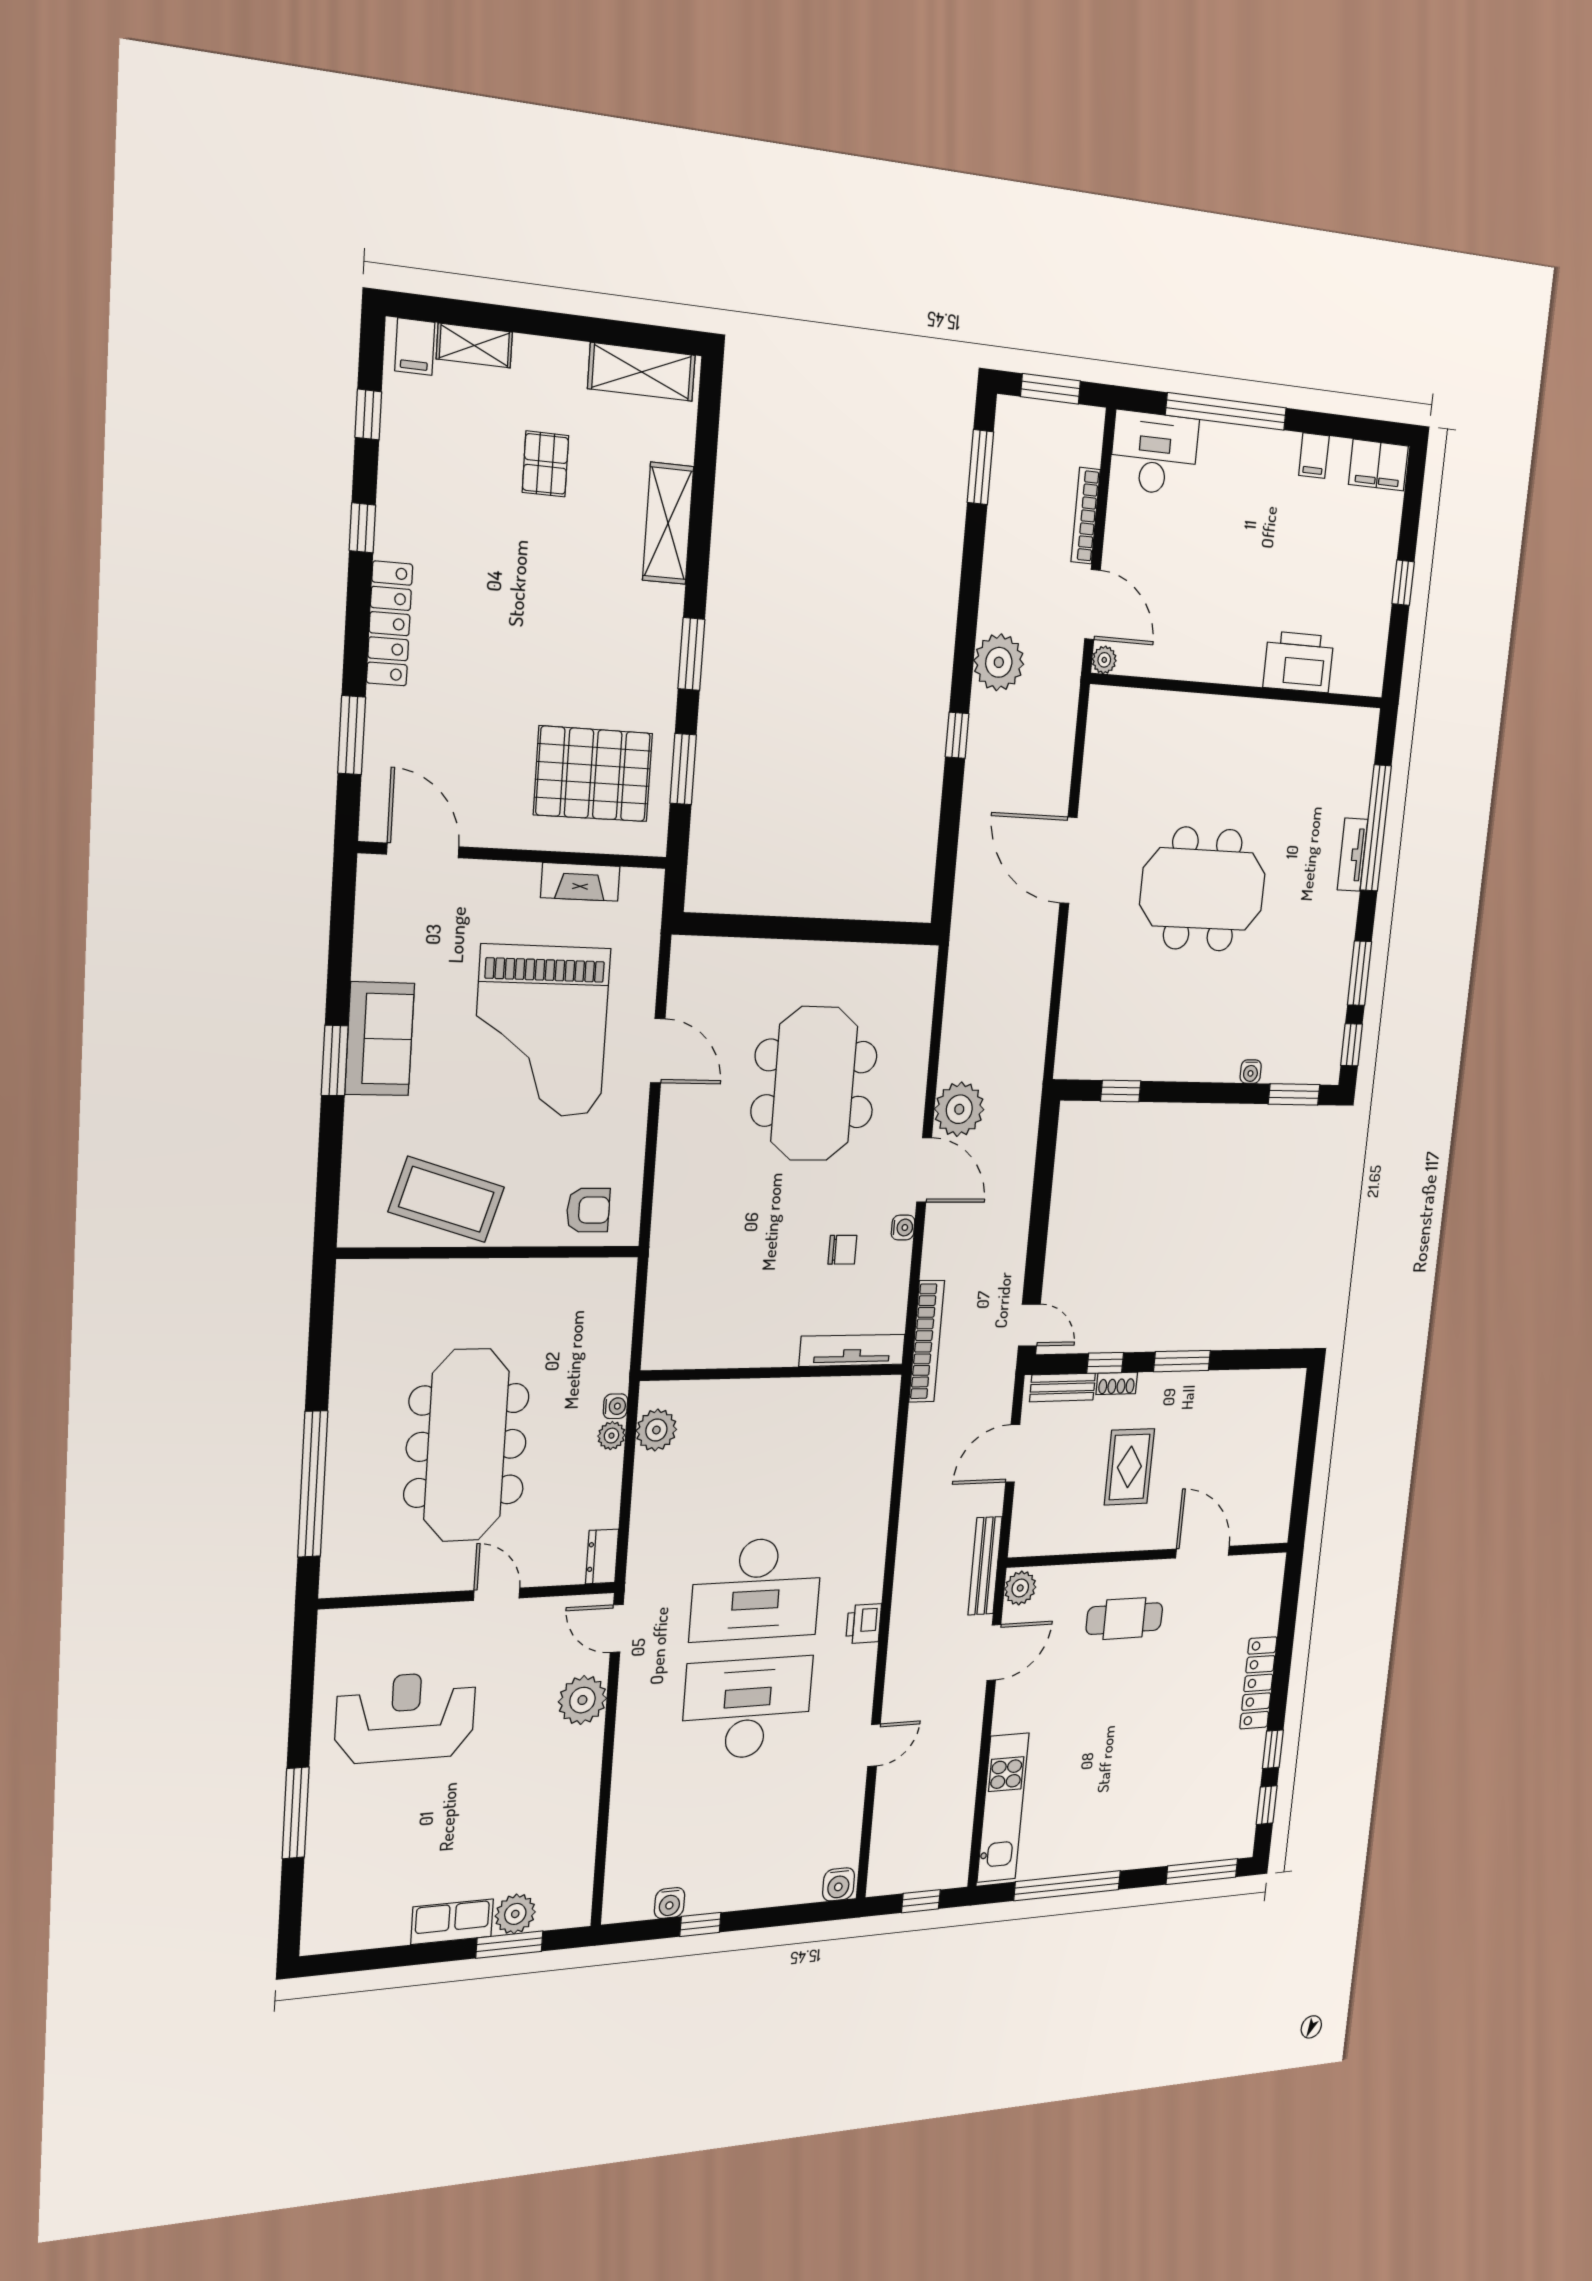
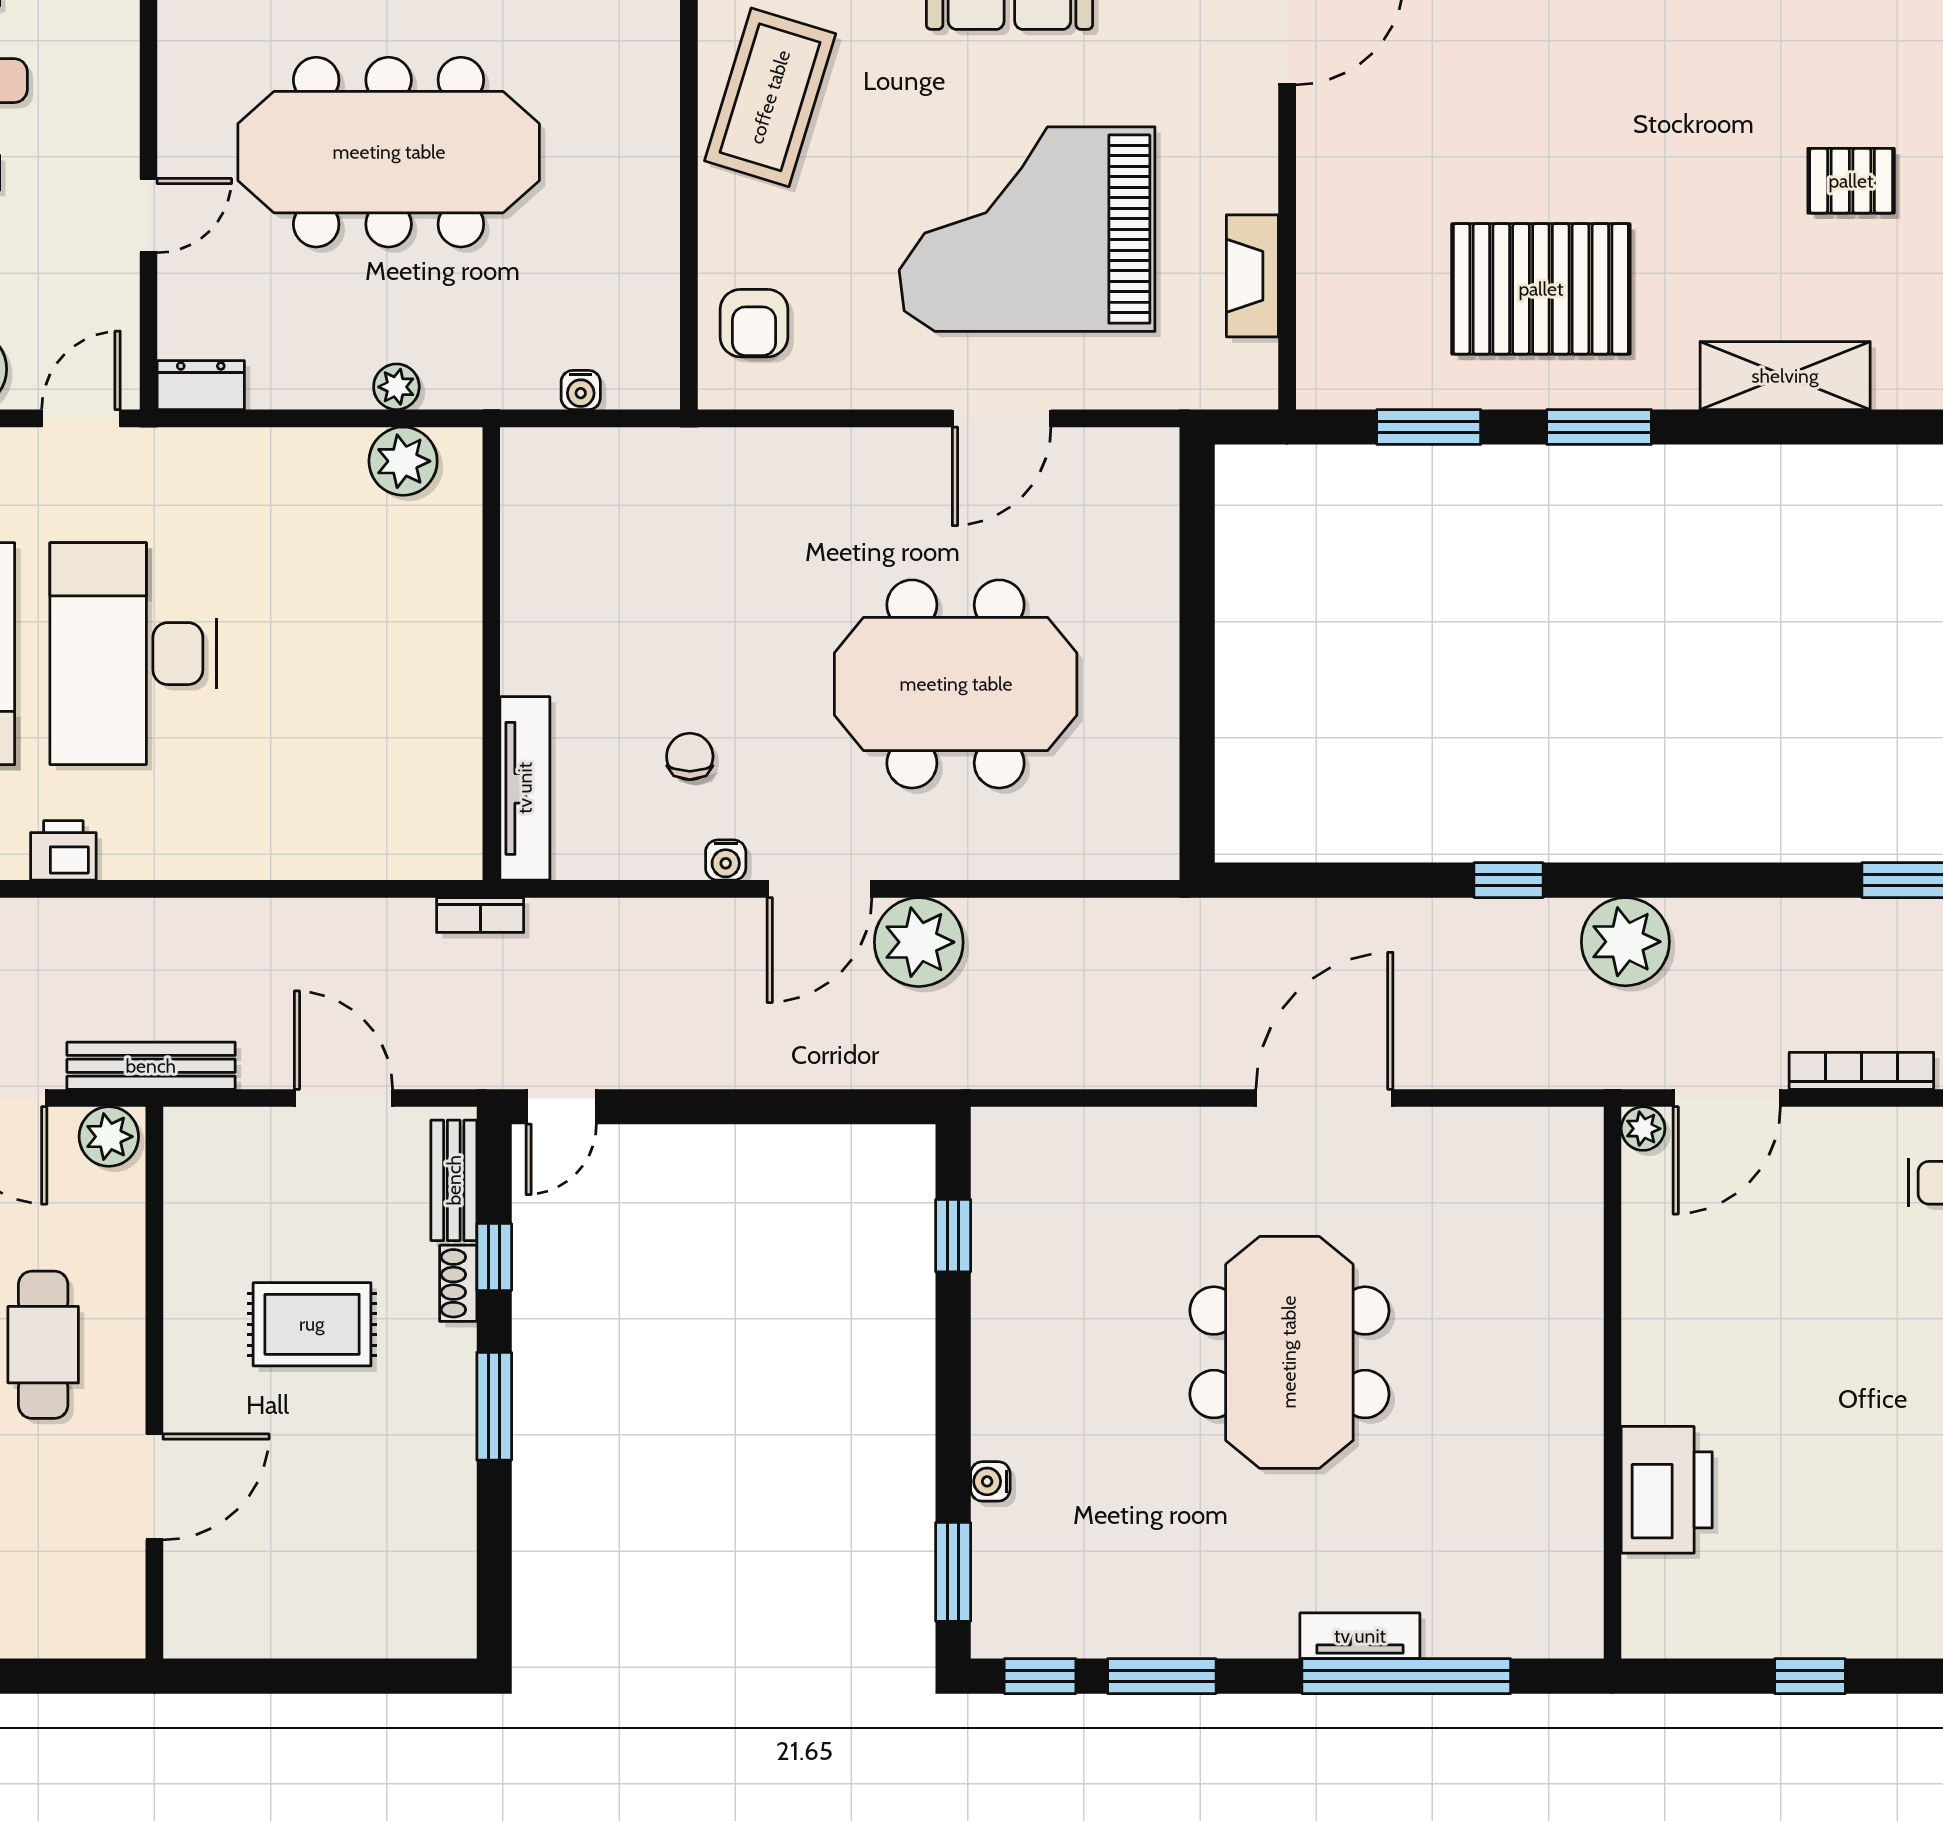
pallet: (593, 774) -> (1541, 289), moved, turned 90
chair: (842, 1250) -> (690, 756), turned 180
bookcase: (927, 1341) -> (480, 915), width x0.43, depth x0.76
water cooler: (615, 1406) -> (581, 390), moved

